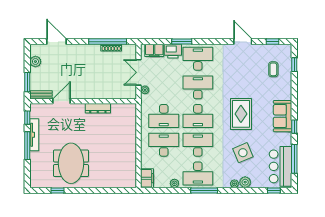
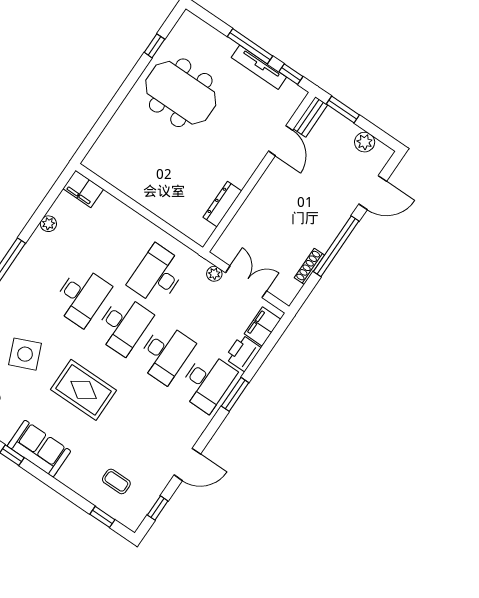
window: (108, 42) -> (336, 246), moved
window: (182, 42) -> (235, 394), moved
dresser: (98, 108) -> (222, 204), moved
desk: (198, 116) -> (123, 325), turned 180
desk: (164, 145) -> (115, 247), removed
desk: (198, 173) -> (40, 268), removed

